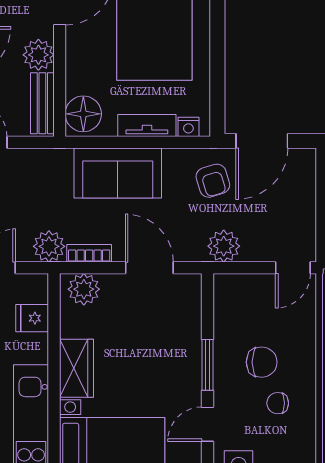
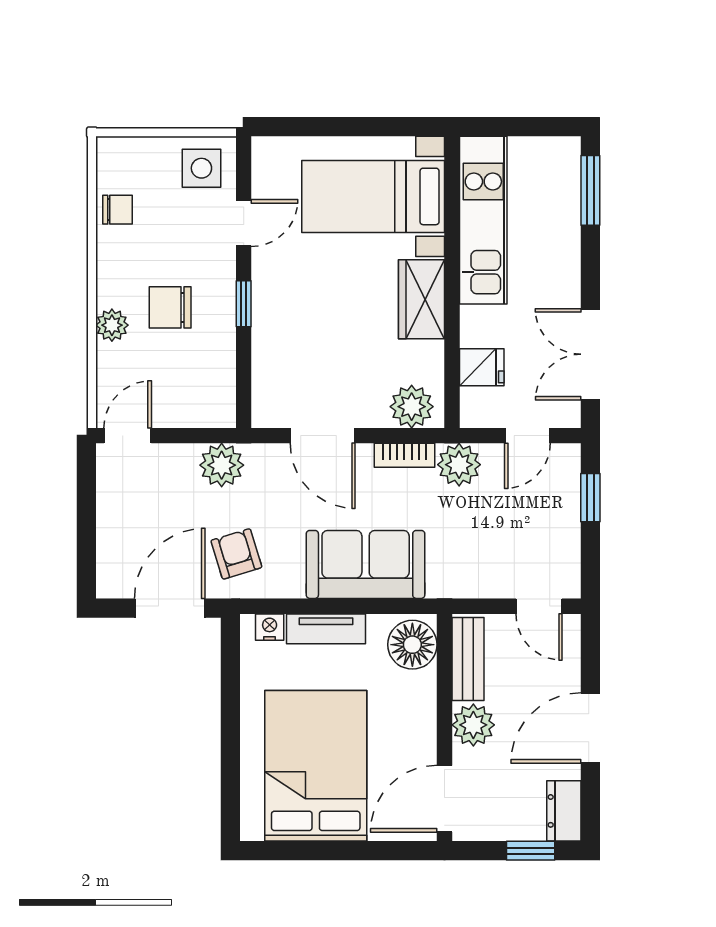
plant: (304, 349) -> (112, 325), added
window: (208, 365) -> (244, 304), width x0.67
chair: (278, 403) -> (118, 210), moved

